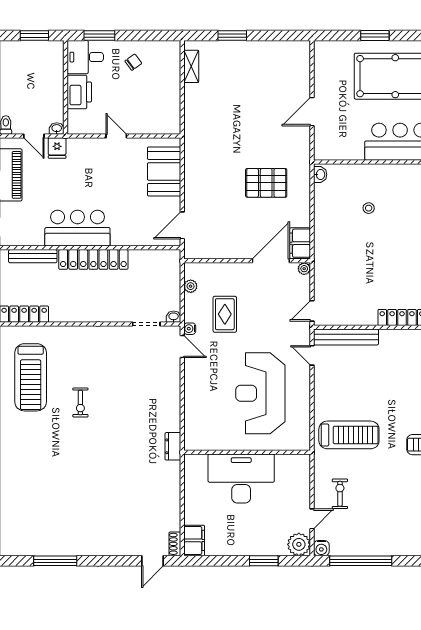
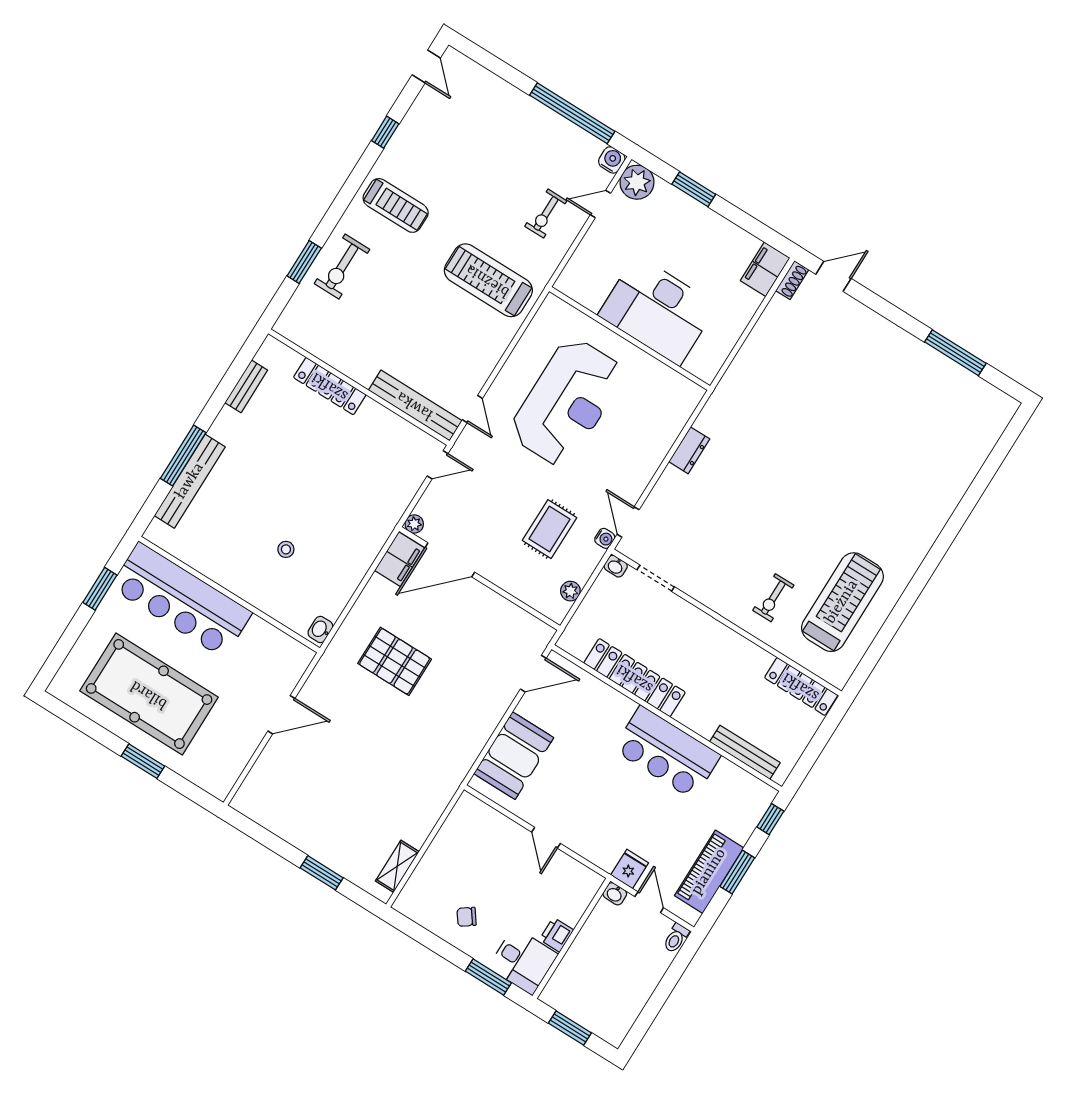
printer: (79, 92) -> (557, 935), width x0.53, depth x0.68
locker: (93, 259) -> (635, 678), moved
exercise bike: (80, 403) -> (773, 598), moved, turned 180
dresser: (173, 446) -> (689, 450), moved

